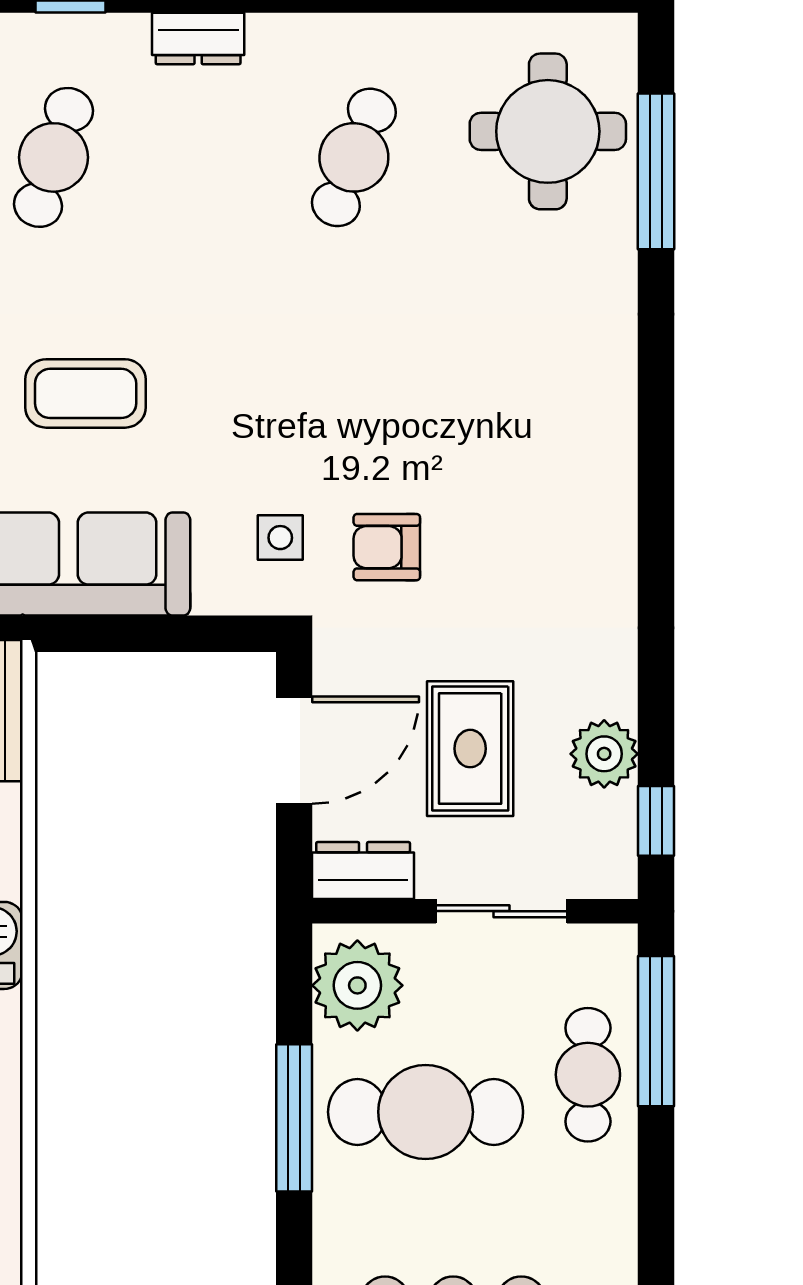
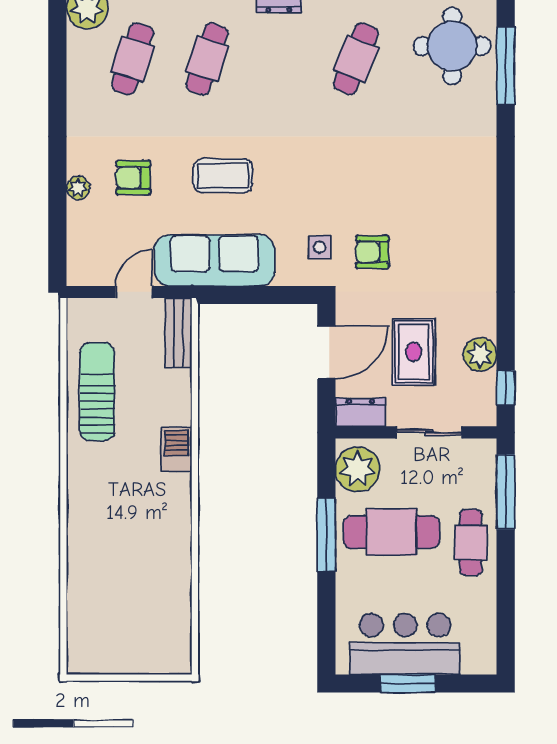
cafe table: (588, 1075) -> (471, 542), moved

